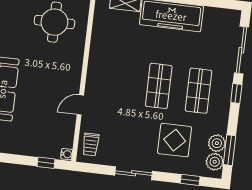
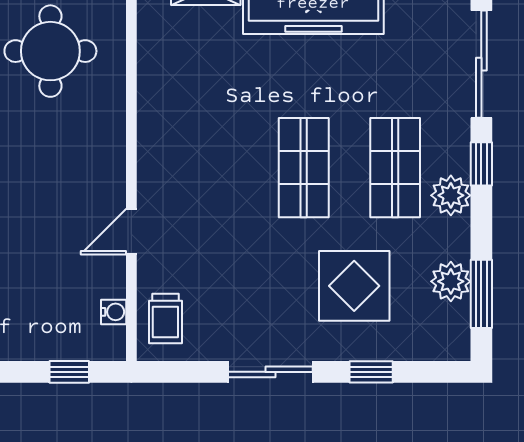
water cooler: (67, 154) -> (114, 312), moved
plant: (215, 162) -> (451, 195), moved
window: (190, 180) -> (371, 372), moved

